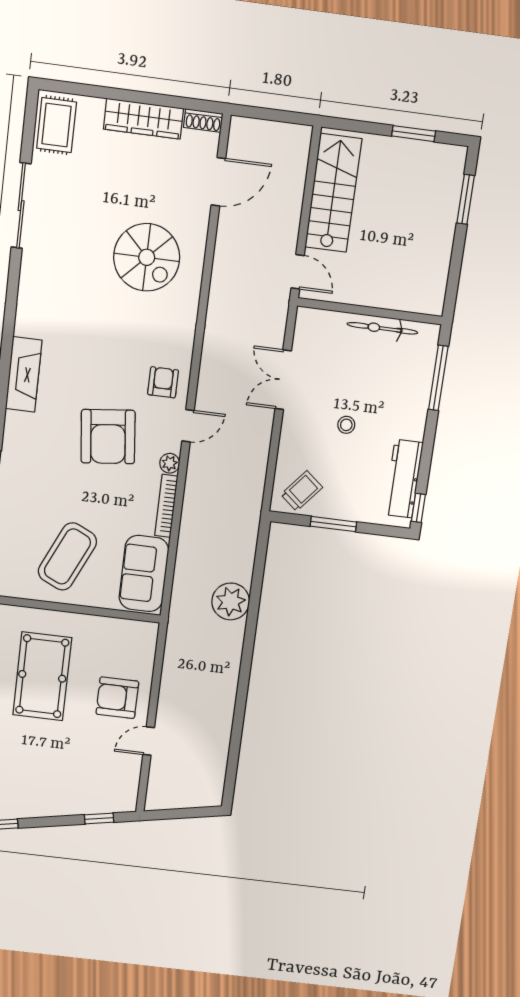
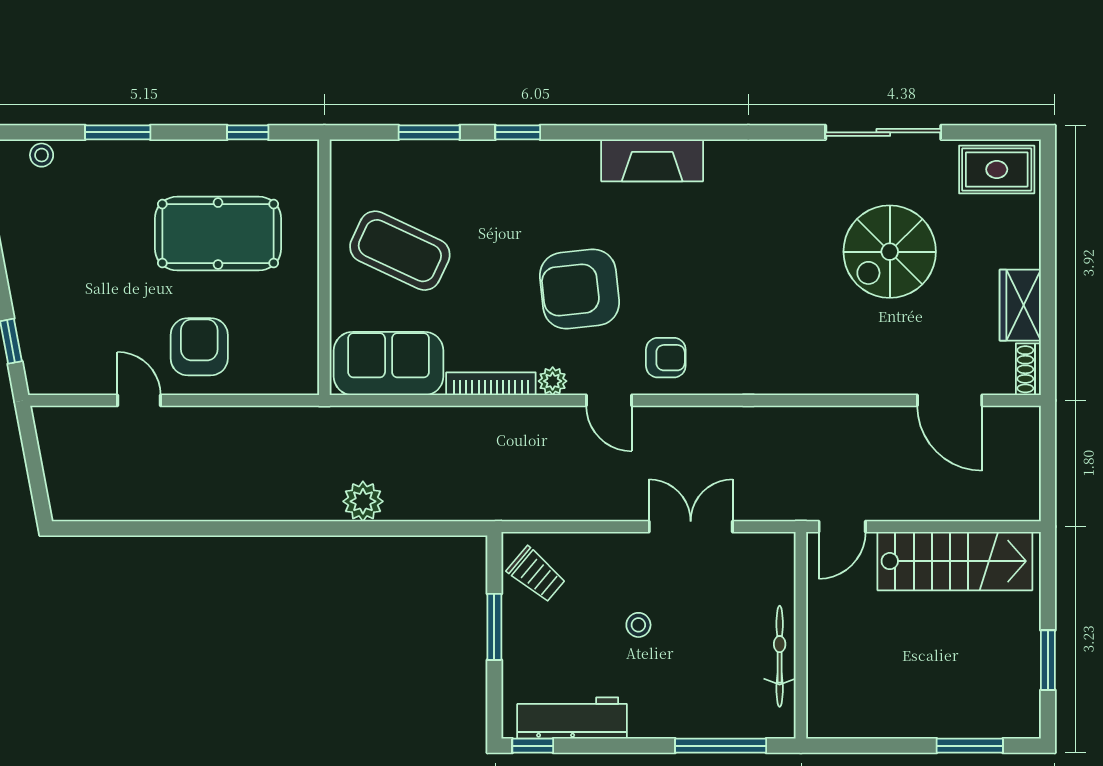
wardrobe: (143, 119) -> (1020, 305), width x0.67
spiral stairs: (147, 257) -> (890, 252), moved
plant: (231, 601) -> (363, 501), width x0.73, depth x0.73

